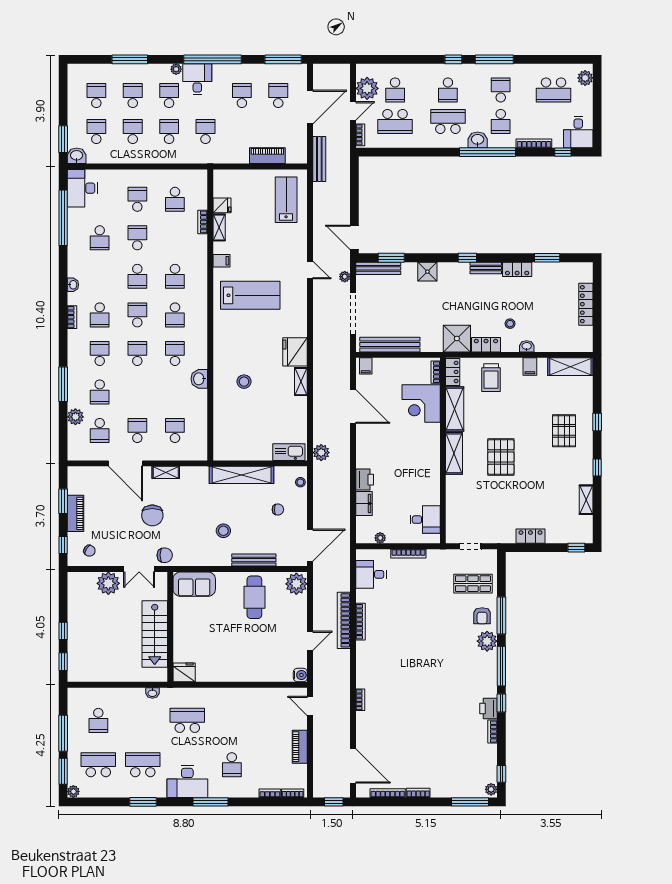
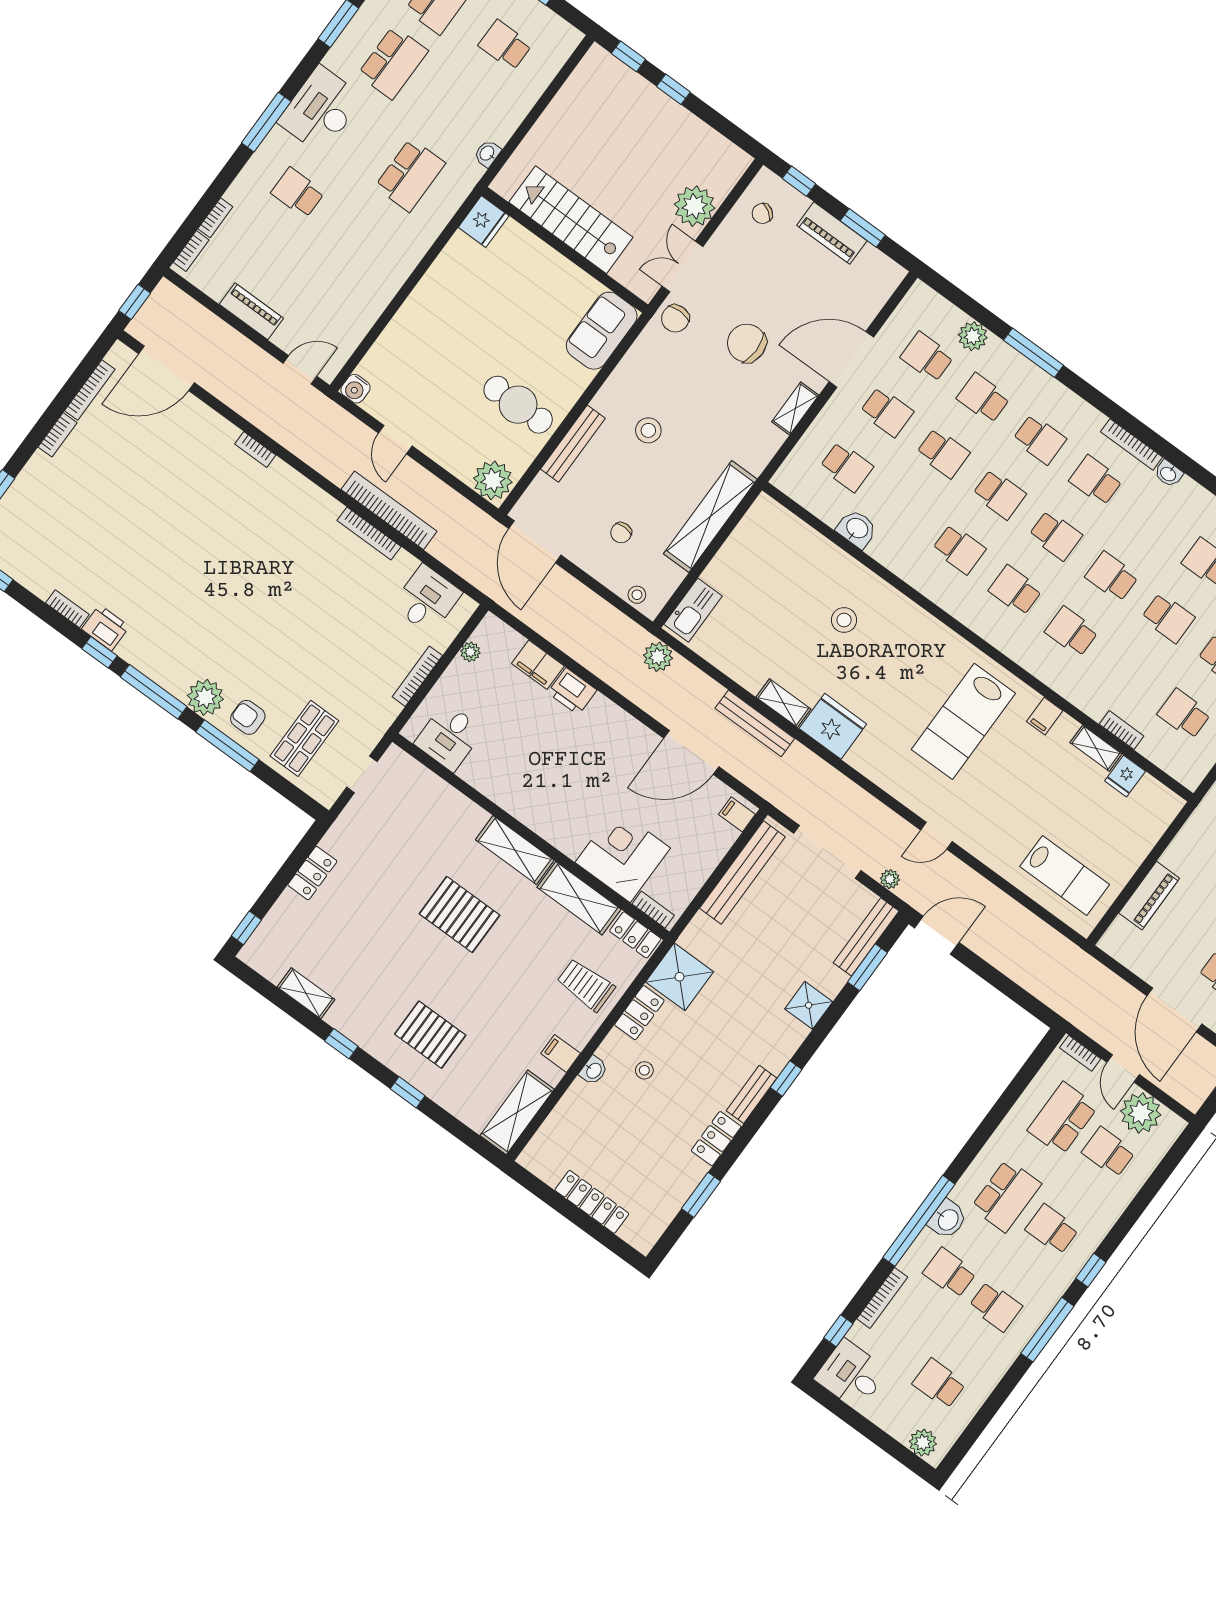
school desk: (554, 90) -> (939, 1384), width x0.54
bench: (319, 159) -> (755, 723), moved
bookcase: (72, 317) -> (1131, 444), width x1.56
washbasin: (199, 379) -> (857, 529), moved
school desk: (137, 392) -> (943, 453), added

